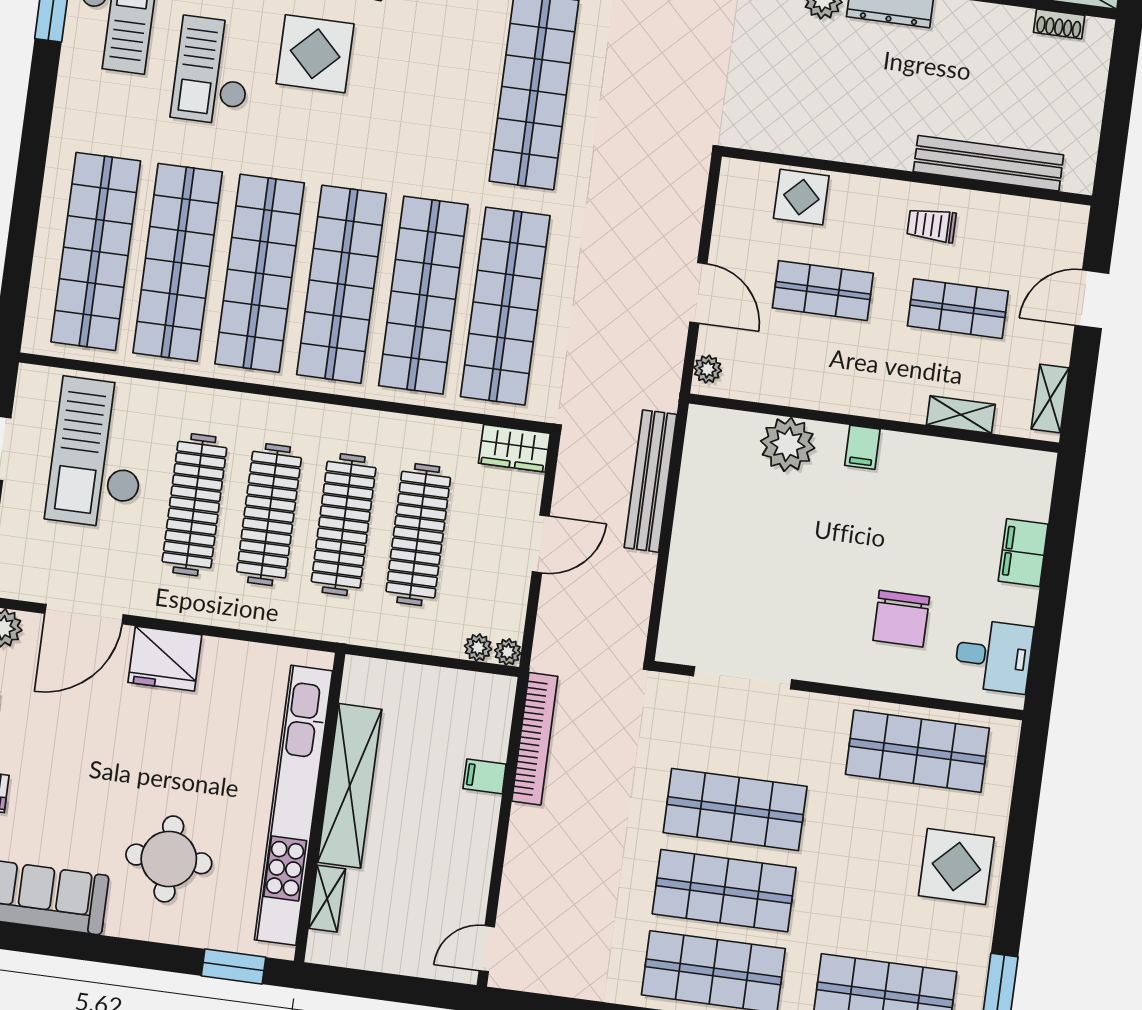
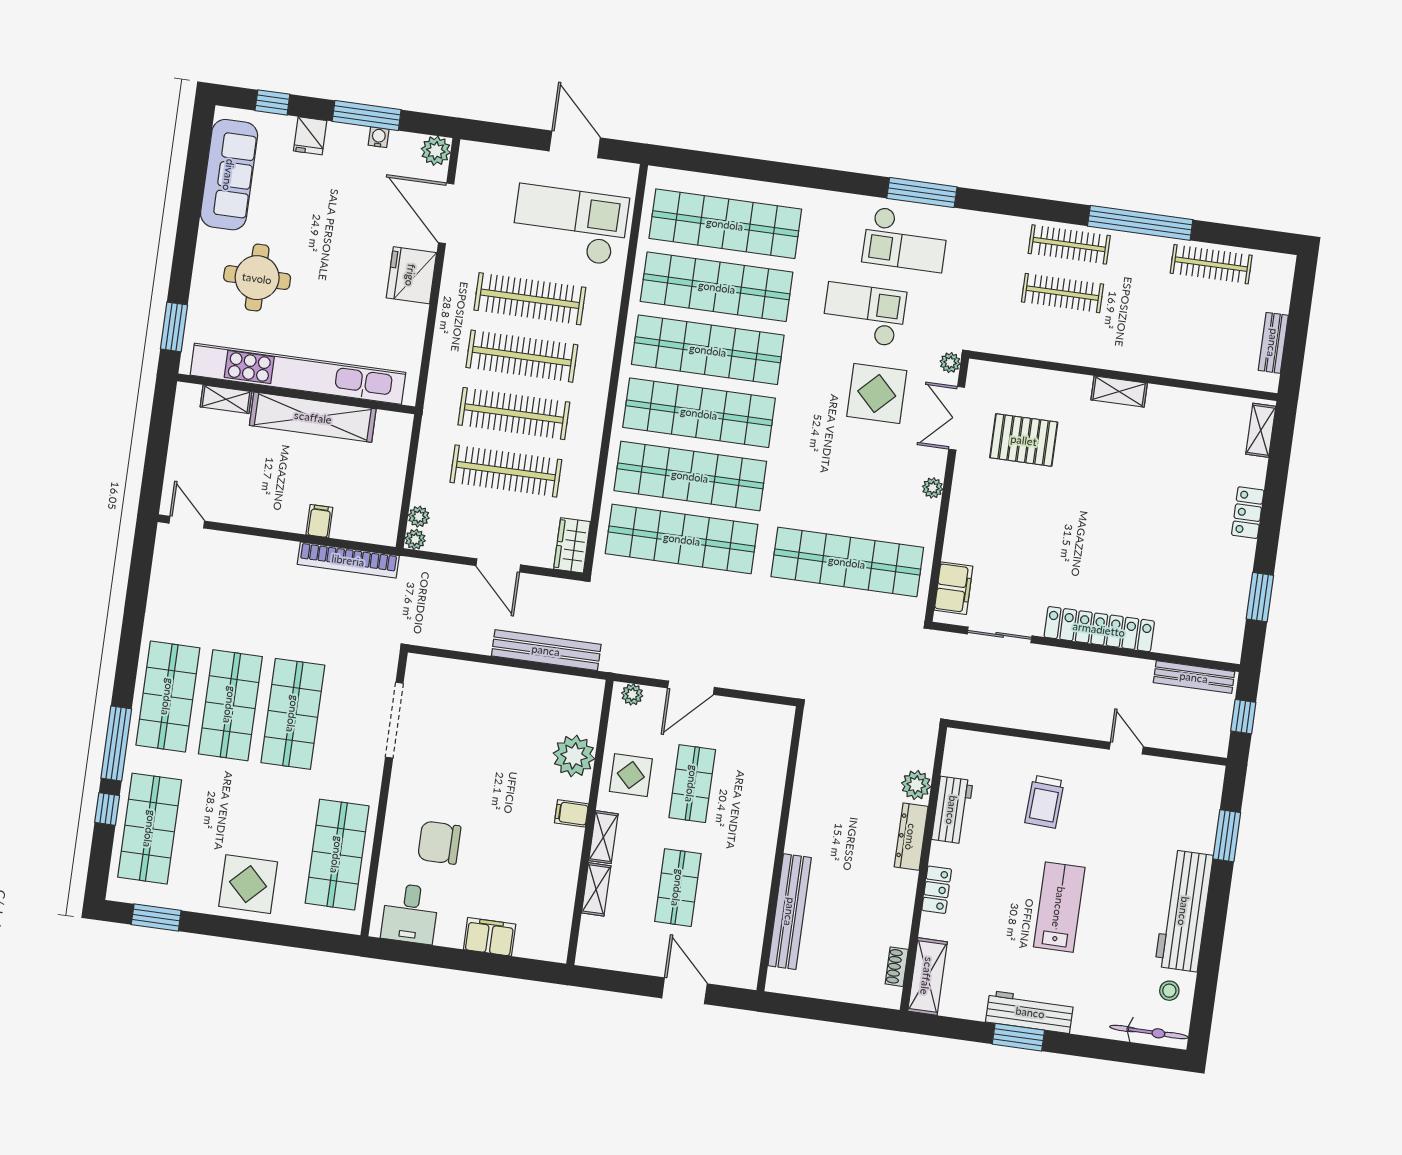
display table: (801, 197) -> (631, 775), moved
trolley: (931, 225) -> (742, 868), removed
shelving: (1050, 399) -> (603, 837), moved, turned 90

